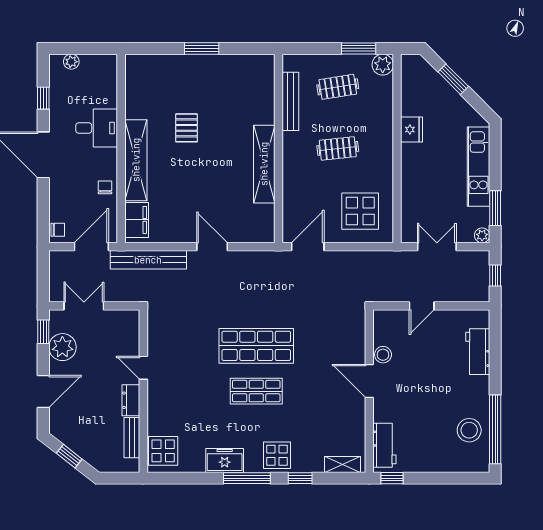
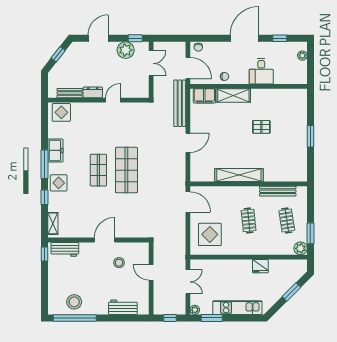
shelving: (136, 160) -> (233, 96), width x0.68
stool: (383, 355) -> (119, 263), moved
door: (43, 392) -> (98, 38), swing flipped

